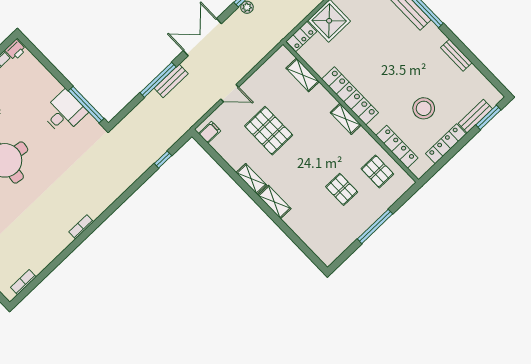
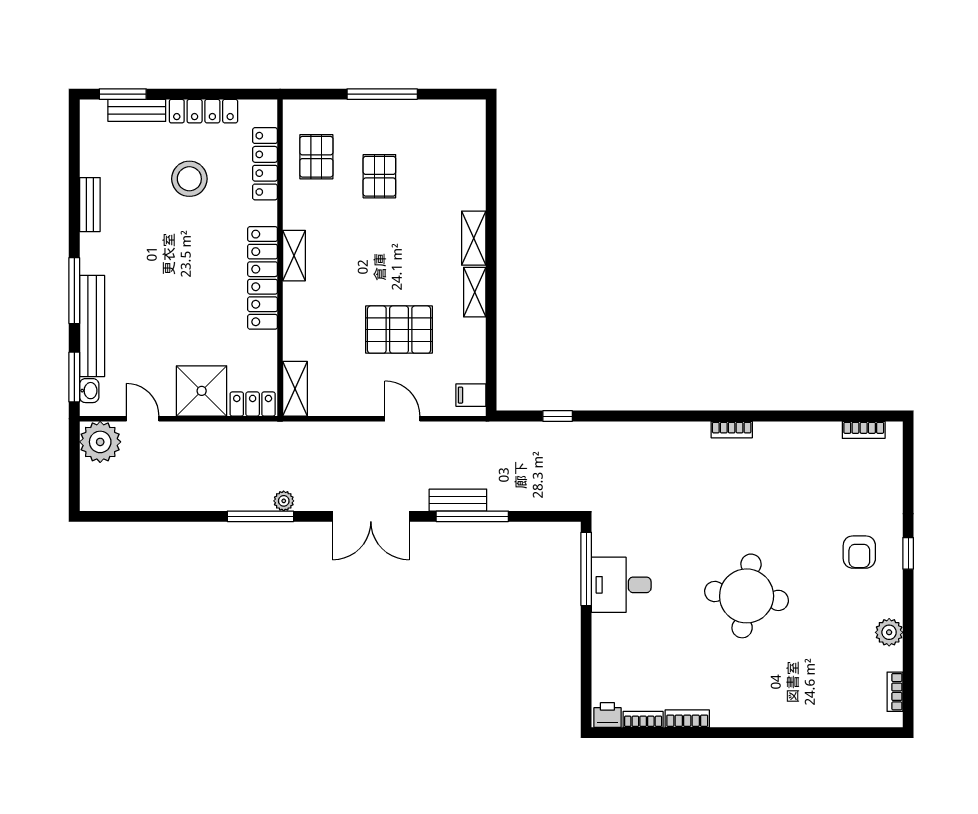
shelving: (303, 75) -> (295, 389), moved
pallet: (269, 131) -> (399, 330), turned 90

